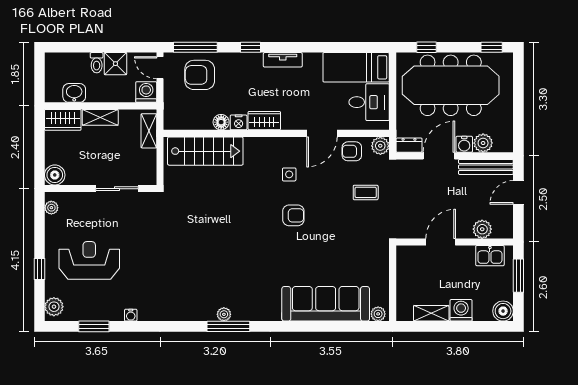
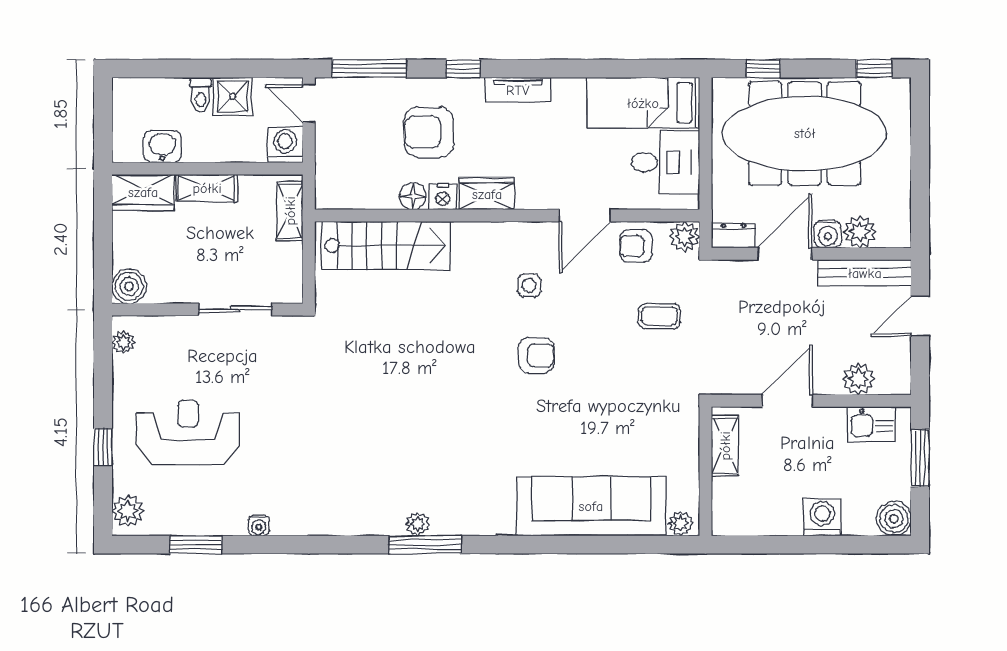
armchair: (200, 75) -> (429, 132), moved
shelving: (431, 313) -> (725, 446), moved, turned 90

